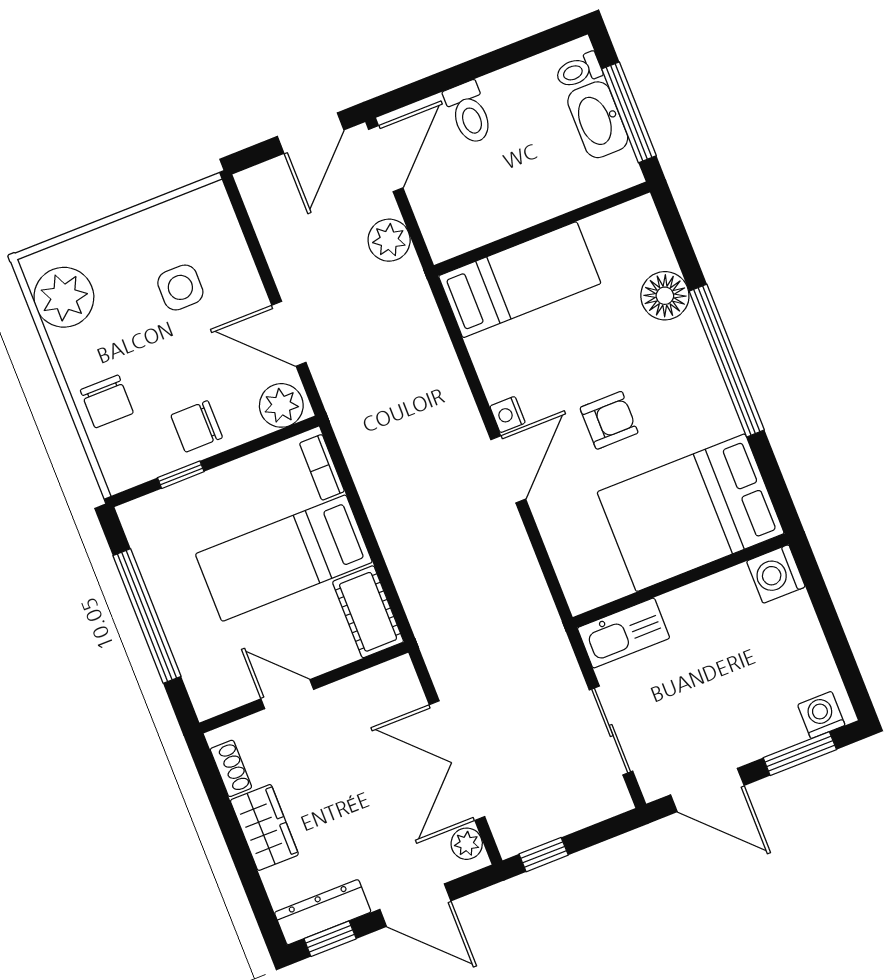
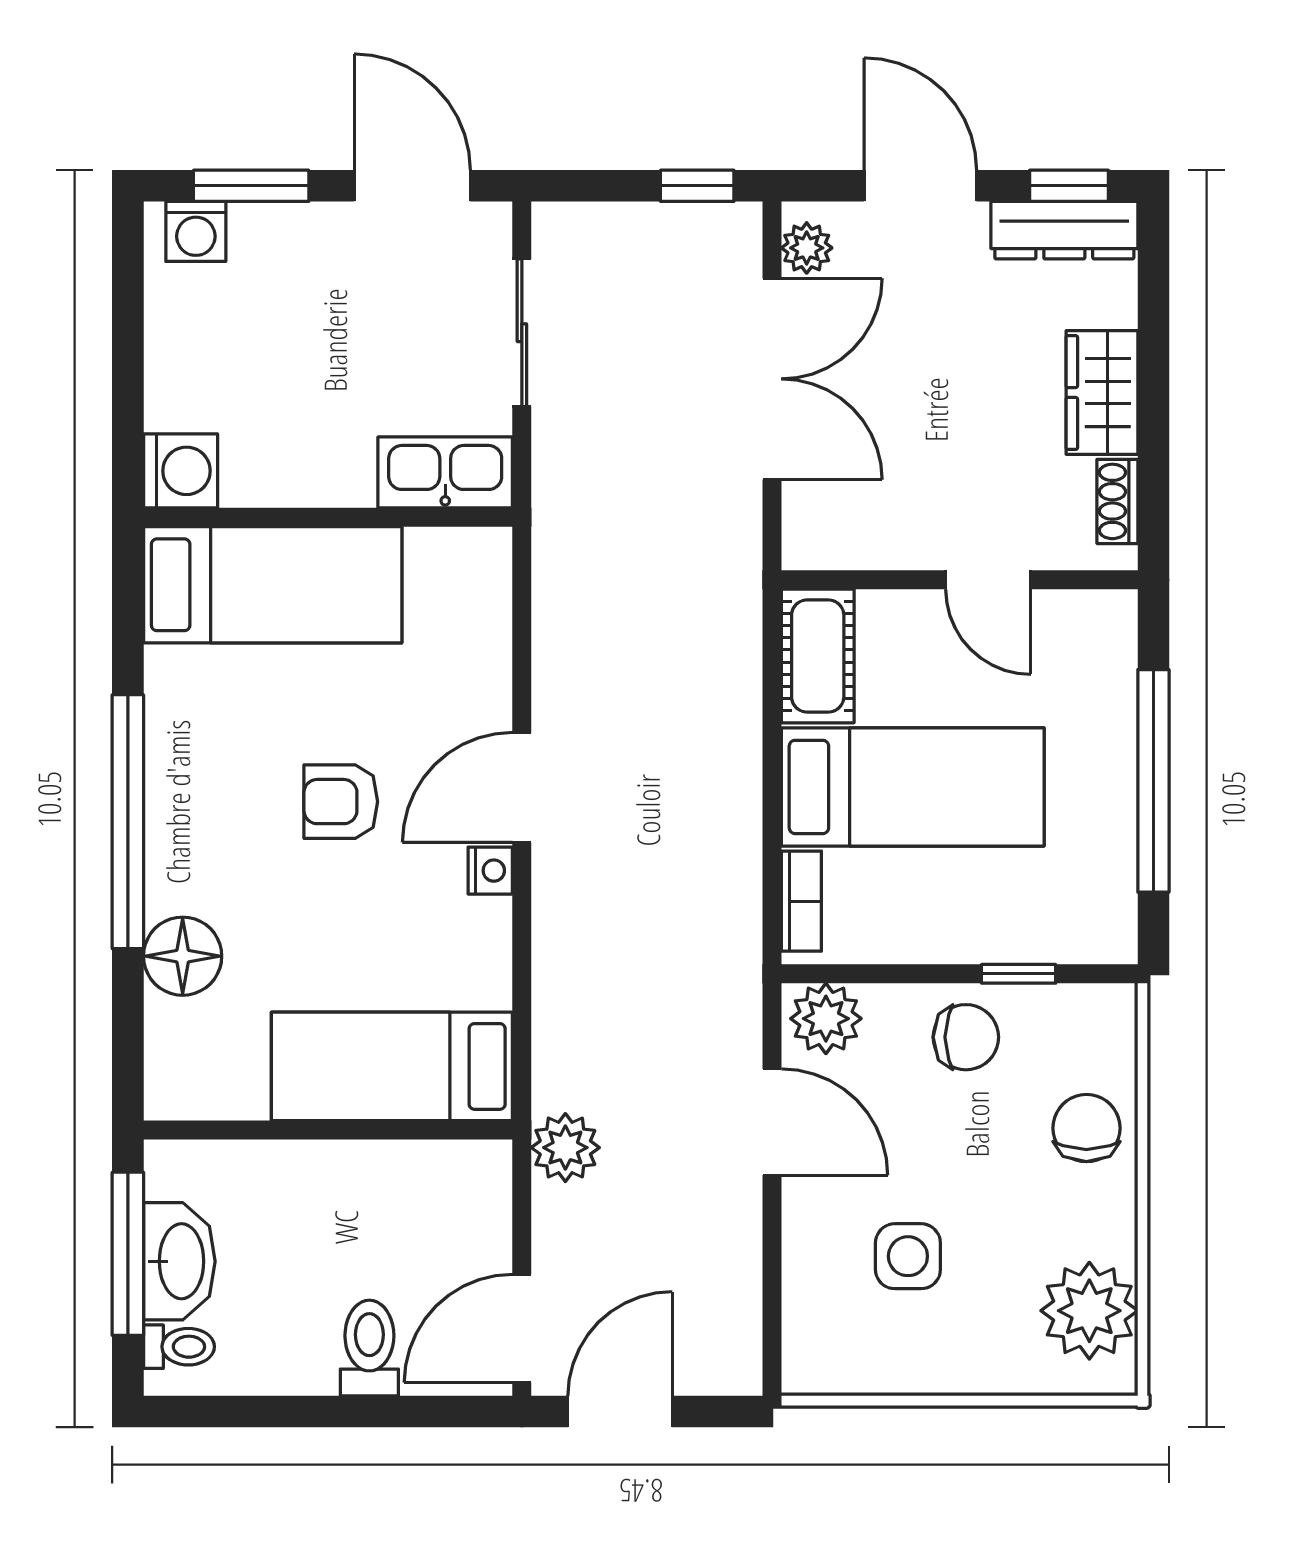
plant: (389, 240) -> (565, 1148), moved
bed: (691, 513) -> (273, 585), width x0.67

